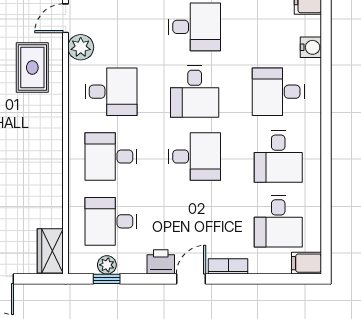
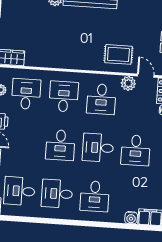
water cooler: (311, 47) -> (131, 218), moved
desk: (278, 92) -> (95, 196), turned 180

